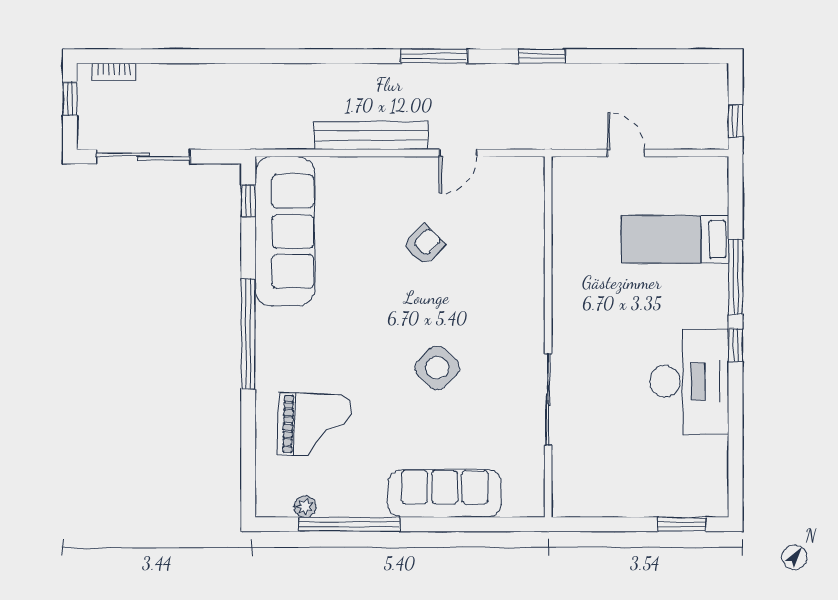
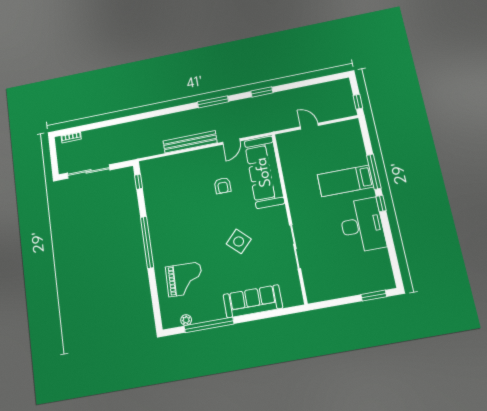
window: (70, 99) -> (53, 153), removed
sofa: (285, 231) -> (264, 172), moved, turned 180
bed: (675, 239) -> (345, 181), moved
armchair: (424, 245) -> (223, 186), turned 135

